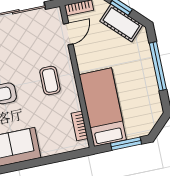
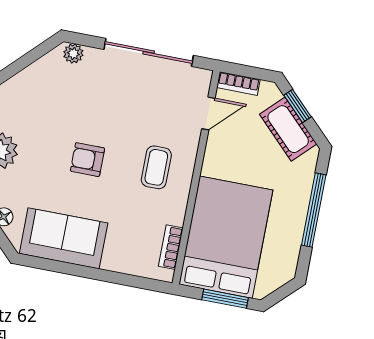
bed: (103, 107) -> (226, 237), width x1.50

